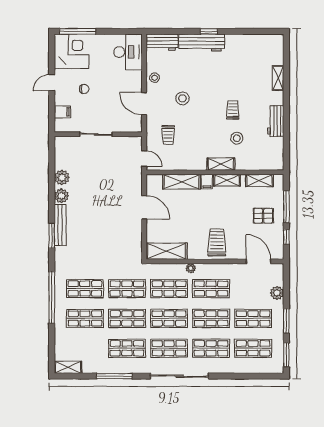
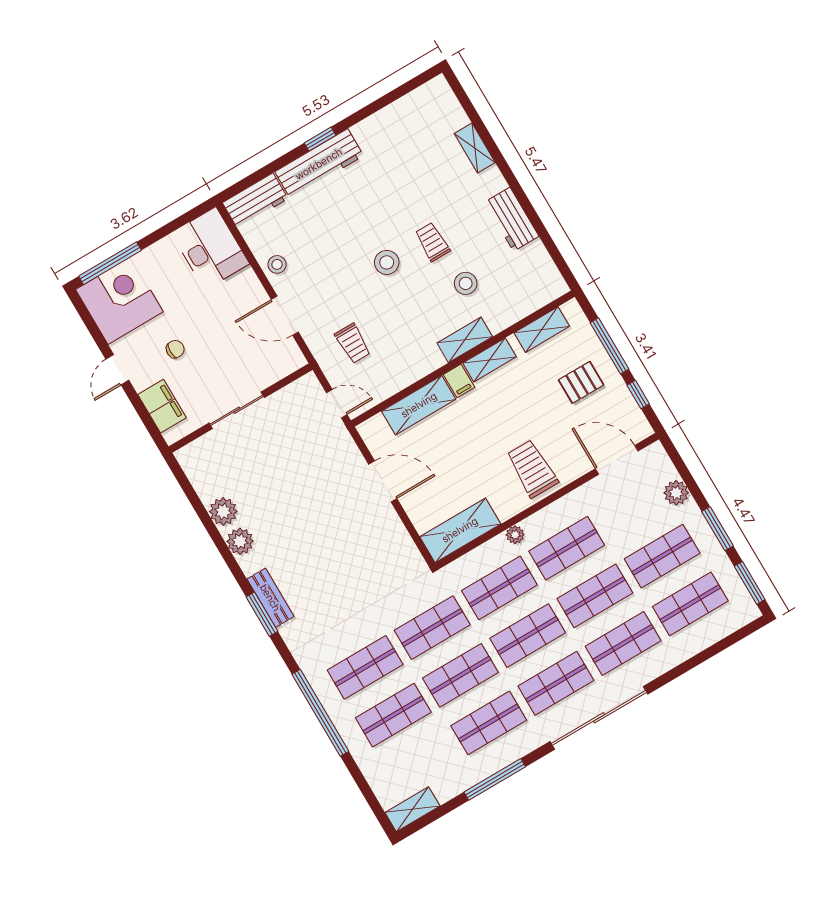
stool: (182, 98) -> (387, 262), moved
filing cabinet: (62, 112) -> (162, 406), width x2.00
bench: (60, 225) -> (270, 598), width x0.73

